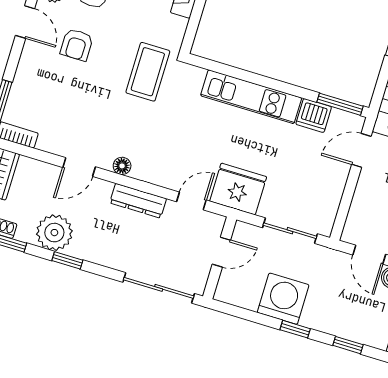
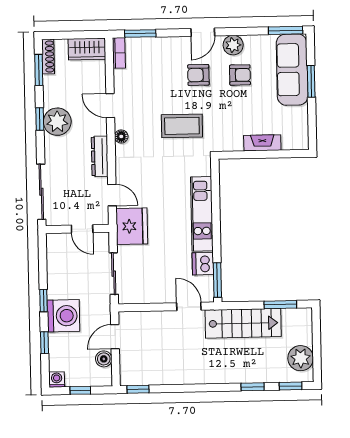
coffee table: (148, 72) -> (182, 126), moved
plant: (54, 233) -> (57, 122), moved
washing machine: (283, 299) -> (63, 316), moved

